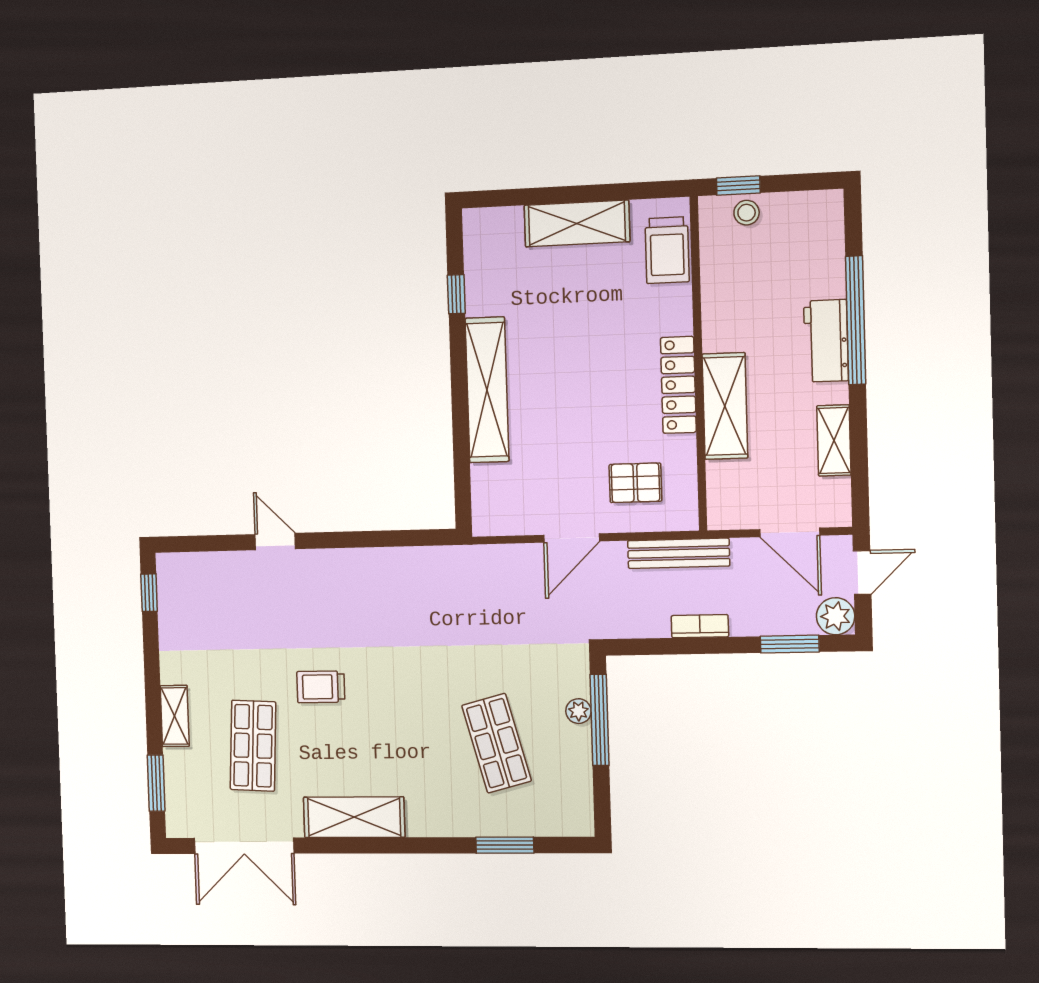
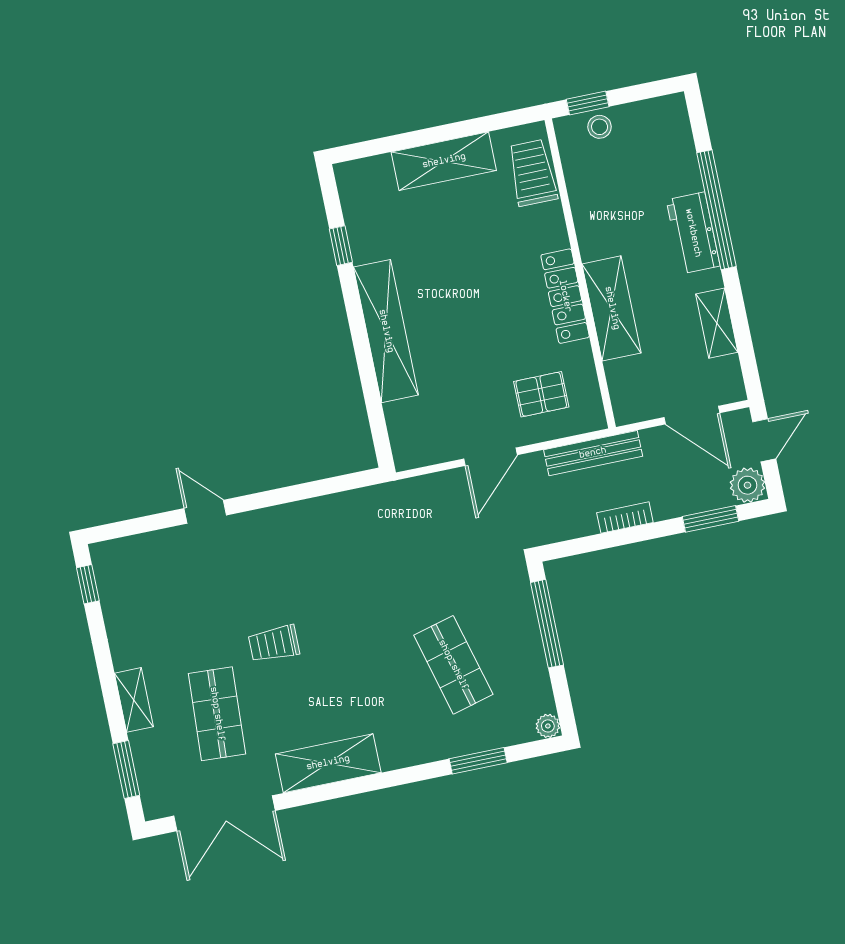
trolley: (667, 250) -> (532, 173), turned 180
plant: (578, 711) -> (548, 726), moved

